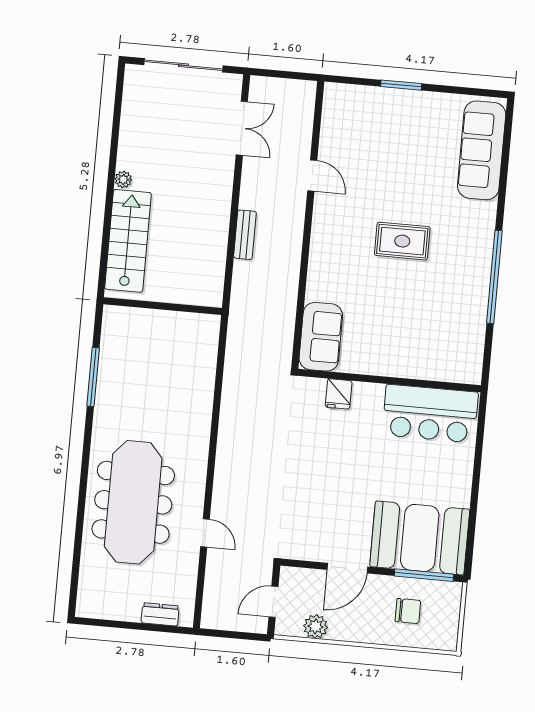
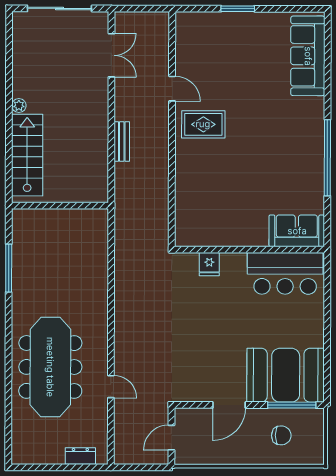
rug: (402, 241) -> (203, 124), moved
sofa: (321, 337) -> (297, 231), moved, turned -90
plant: (316, 626) -> (207, 455), removed

